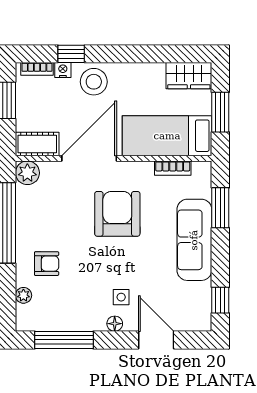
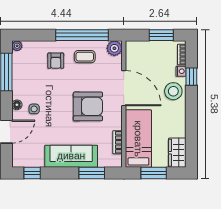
cot: (37, 144) -> (133, 55), removed
coffee table: (40, 219) -> (85, 57), added
plant: (23, 295) -> (17, 46), moved

